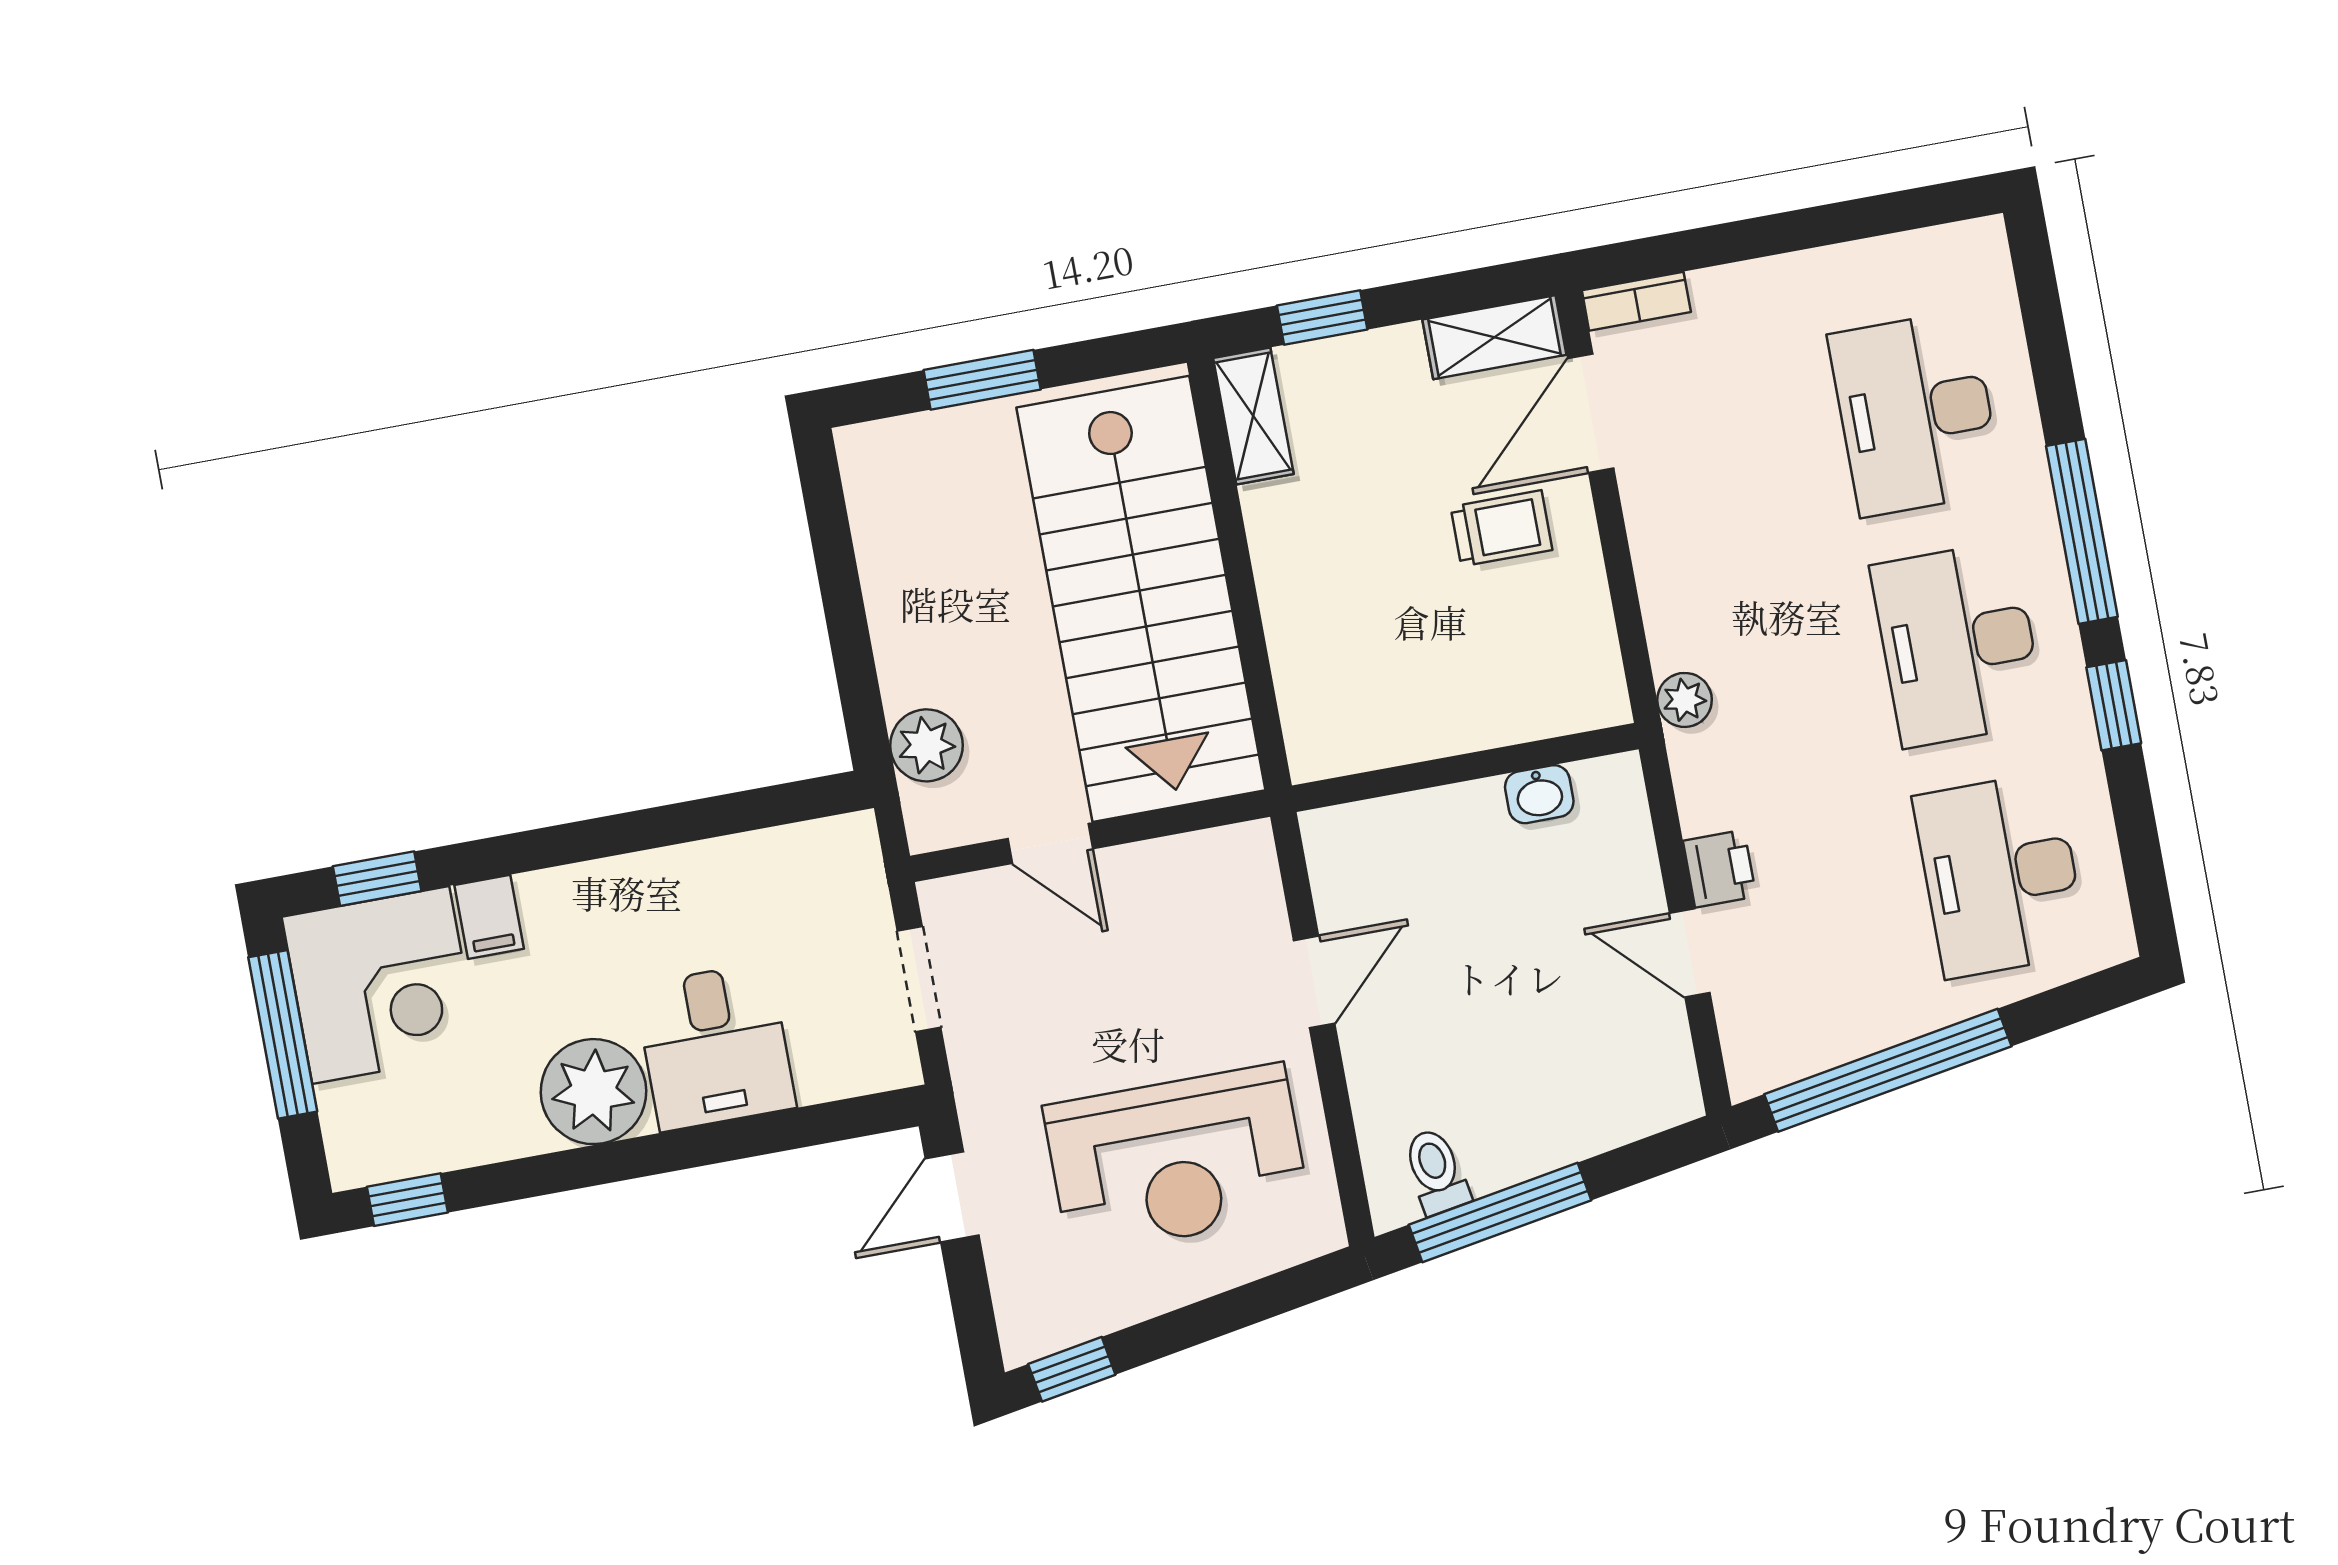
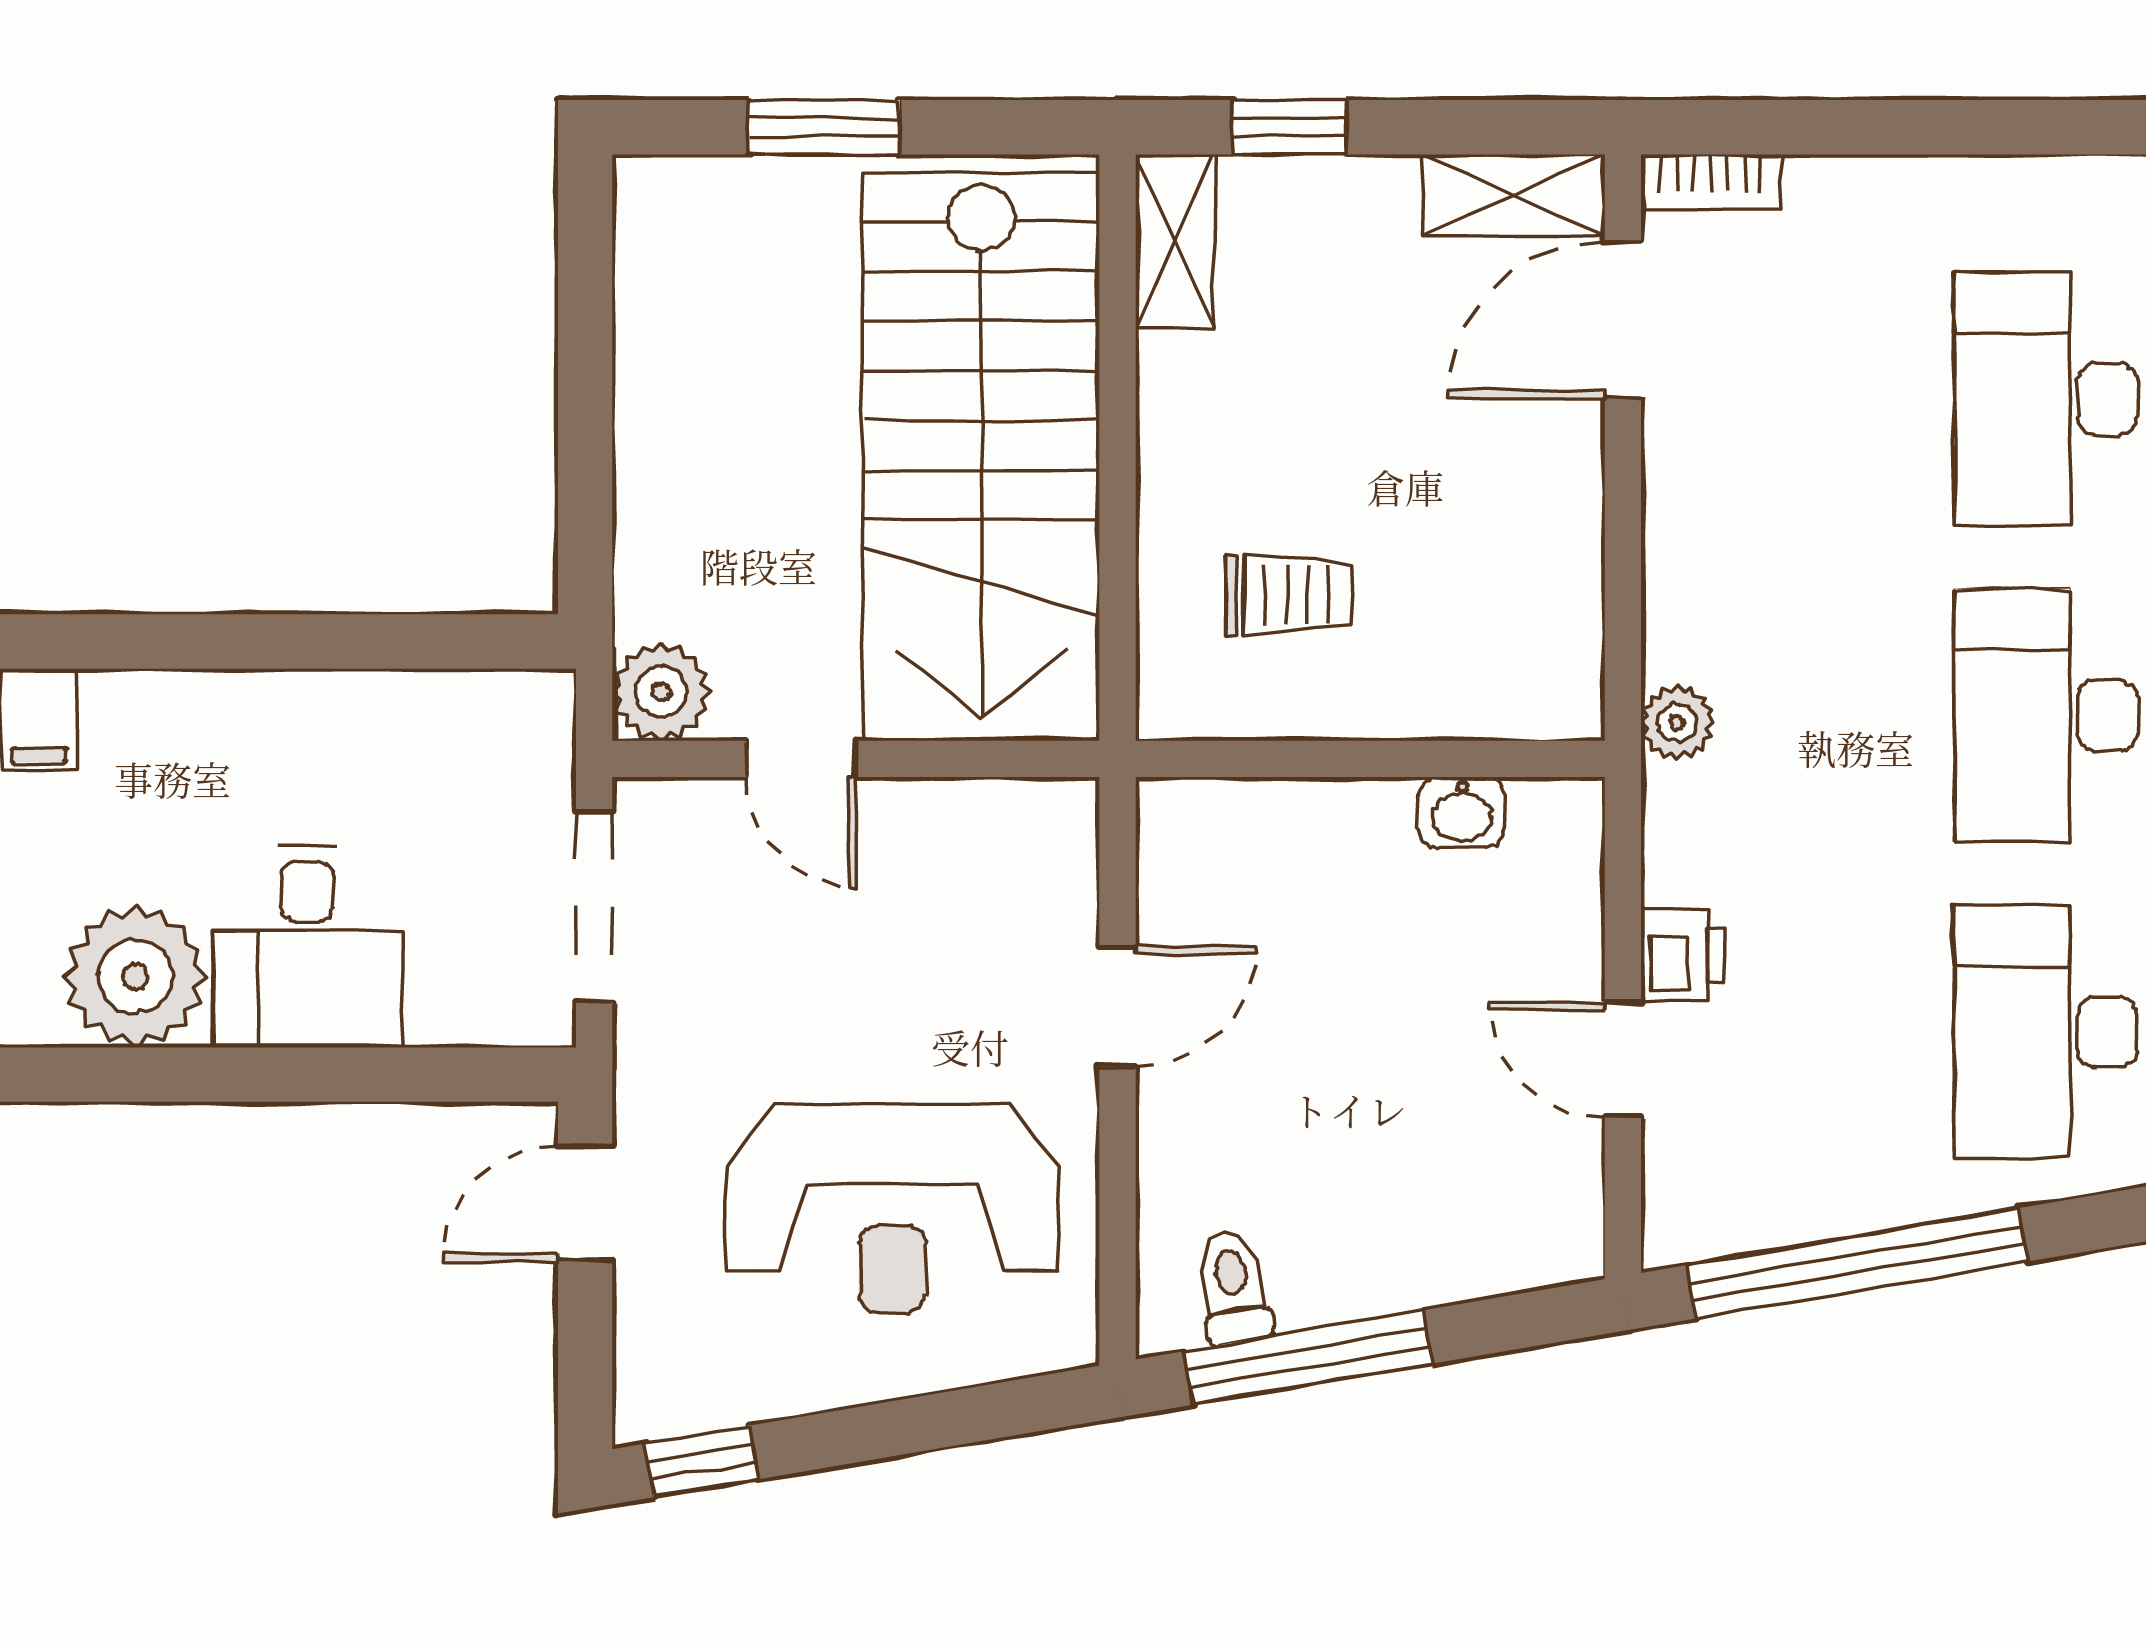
trolley: (1501, 528) -> (1289, 595), moved
plant: (926, 745) -> (661, 692), moved
doorway: (919, 979) -> (594, 907), width x1.38

